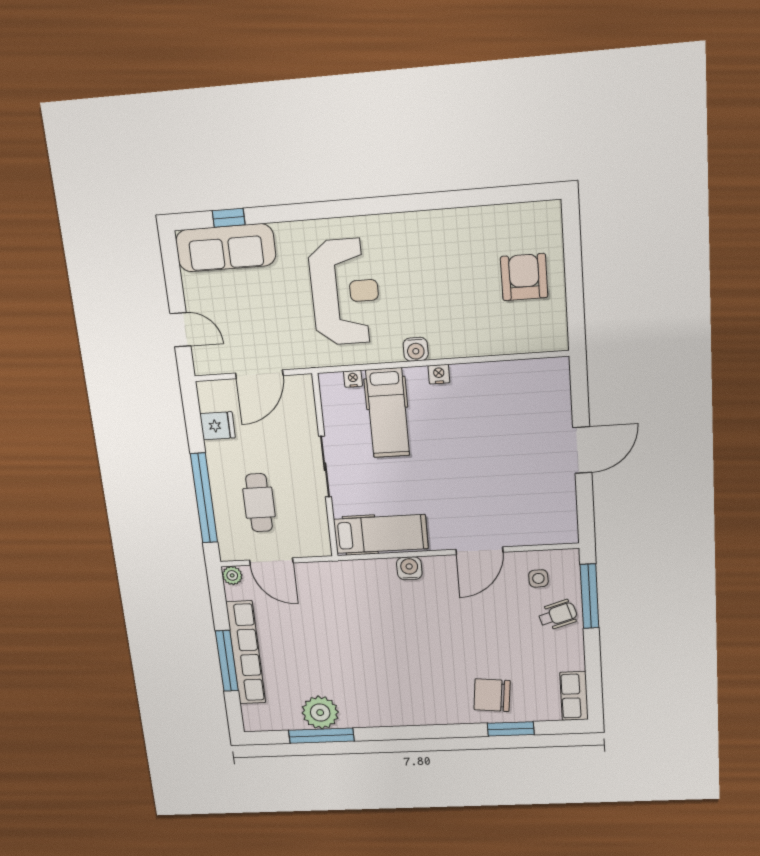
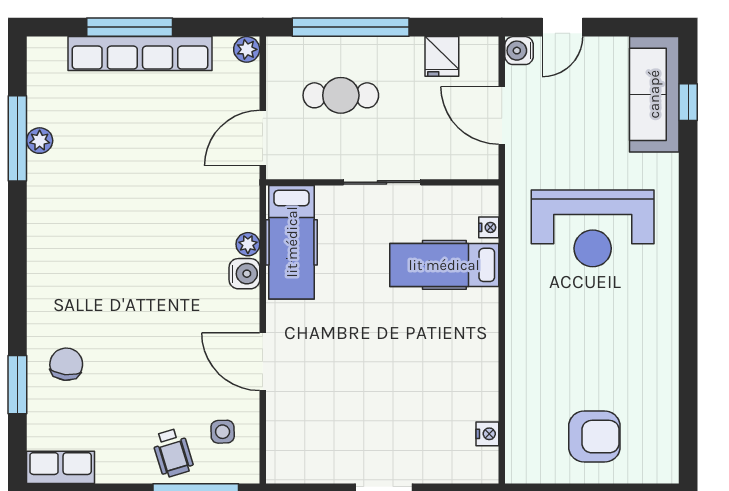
water cooler: (416, 349) -> (519, 51), moved
nightstand: (439, 374) -> (487, 434), moved
door: (271, 562) -> (263, 138), moved
plant: (386, 567) -> (248, 244), added
chair: (492, 695) -> (66, 364), width x0.73, depth x0.73
plant: (320, 713) -> (40, 141), width x0.53, depth x0.53

